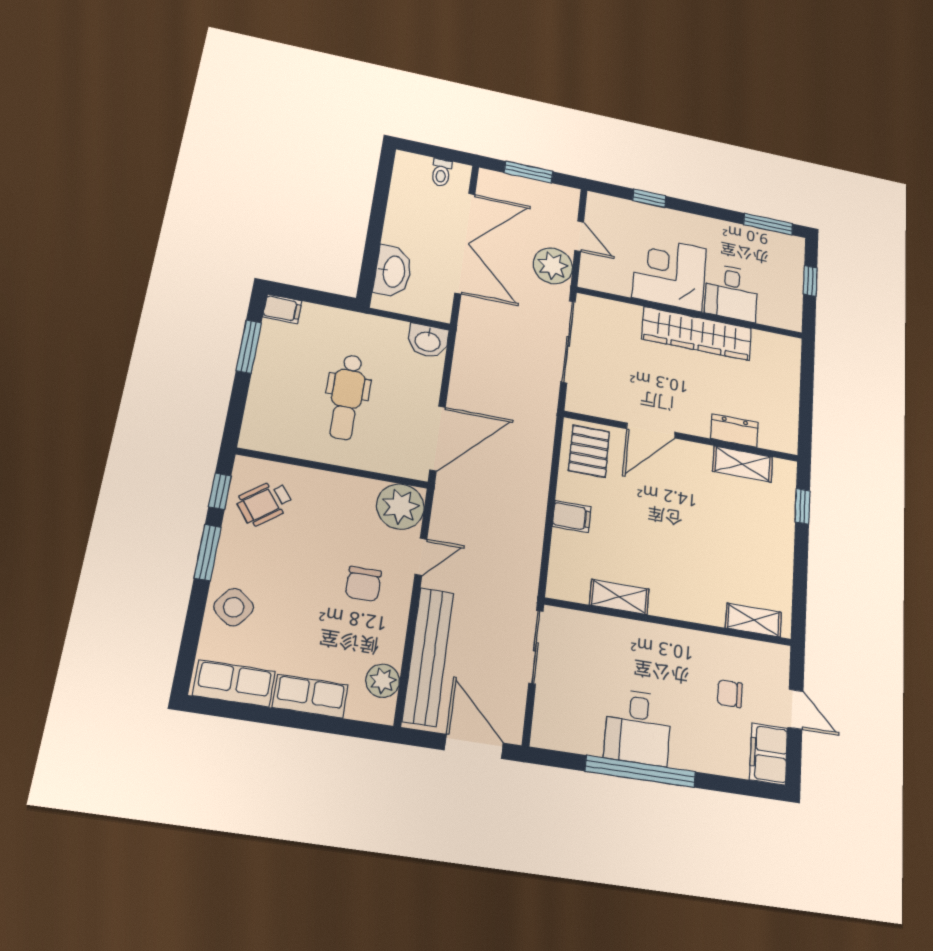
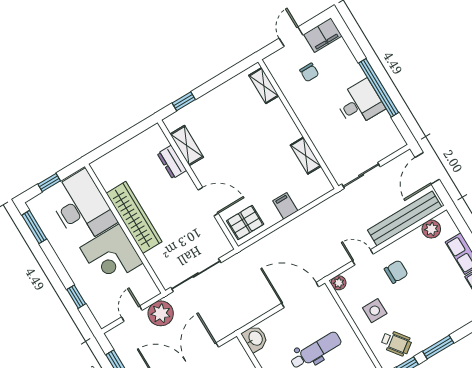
desk: (731, 293) -> (82, 207), width x1.87, depth x1.30
plant: (400, 506) -> (339, 283), width x0.53, depth x0.53
side table: (234, 607) -> (375, 311), moved, turned -37

